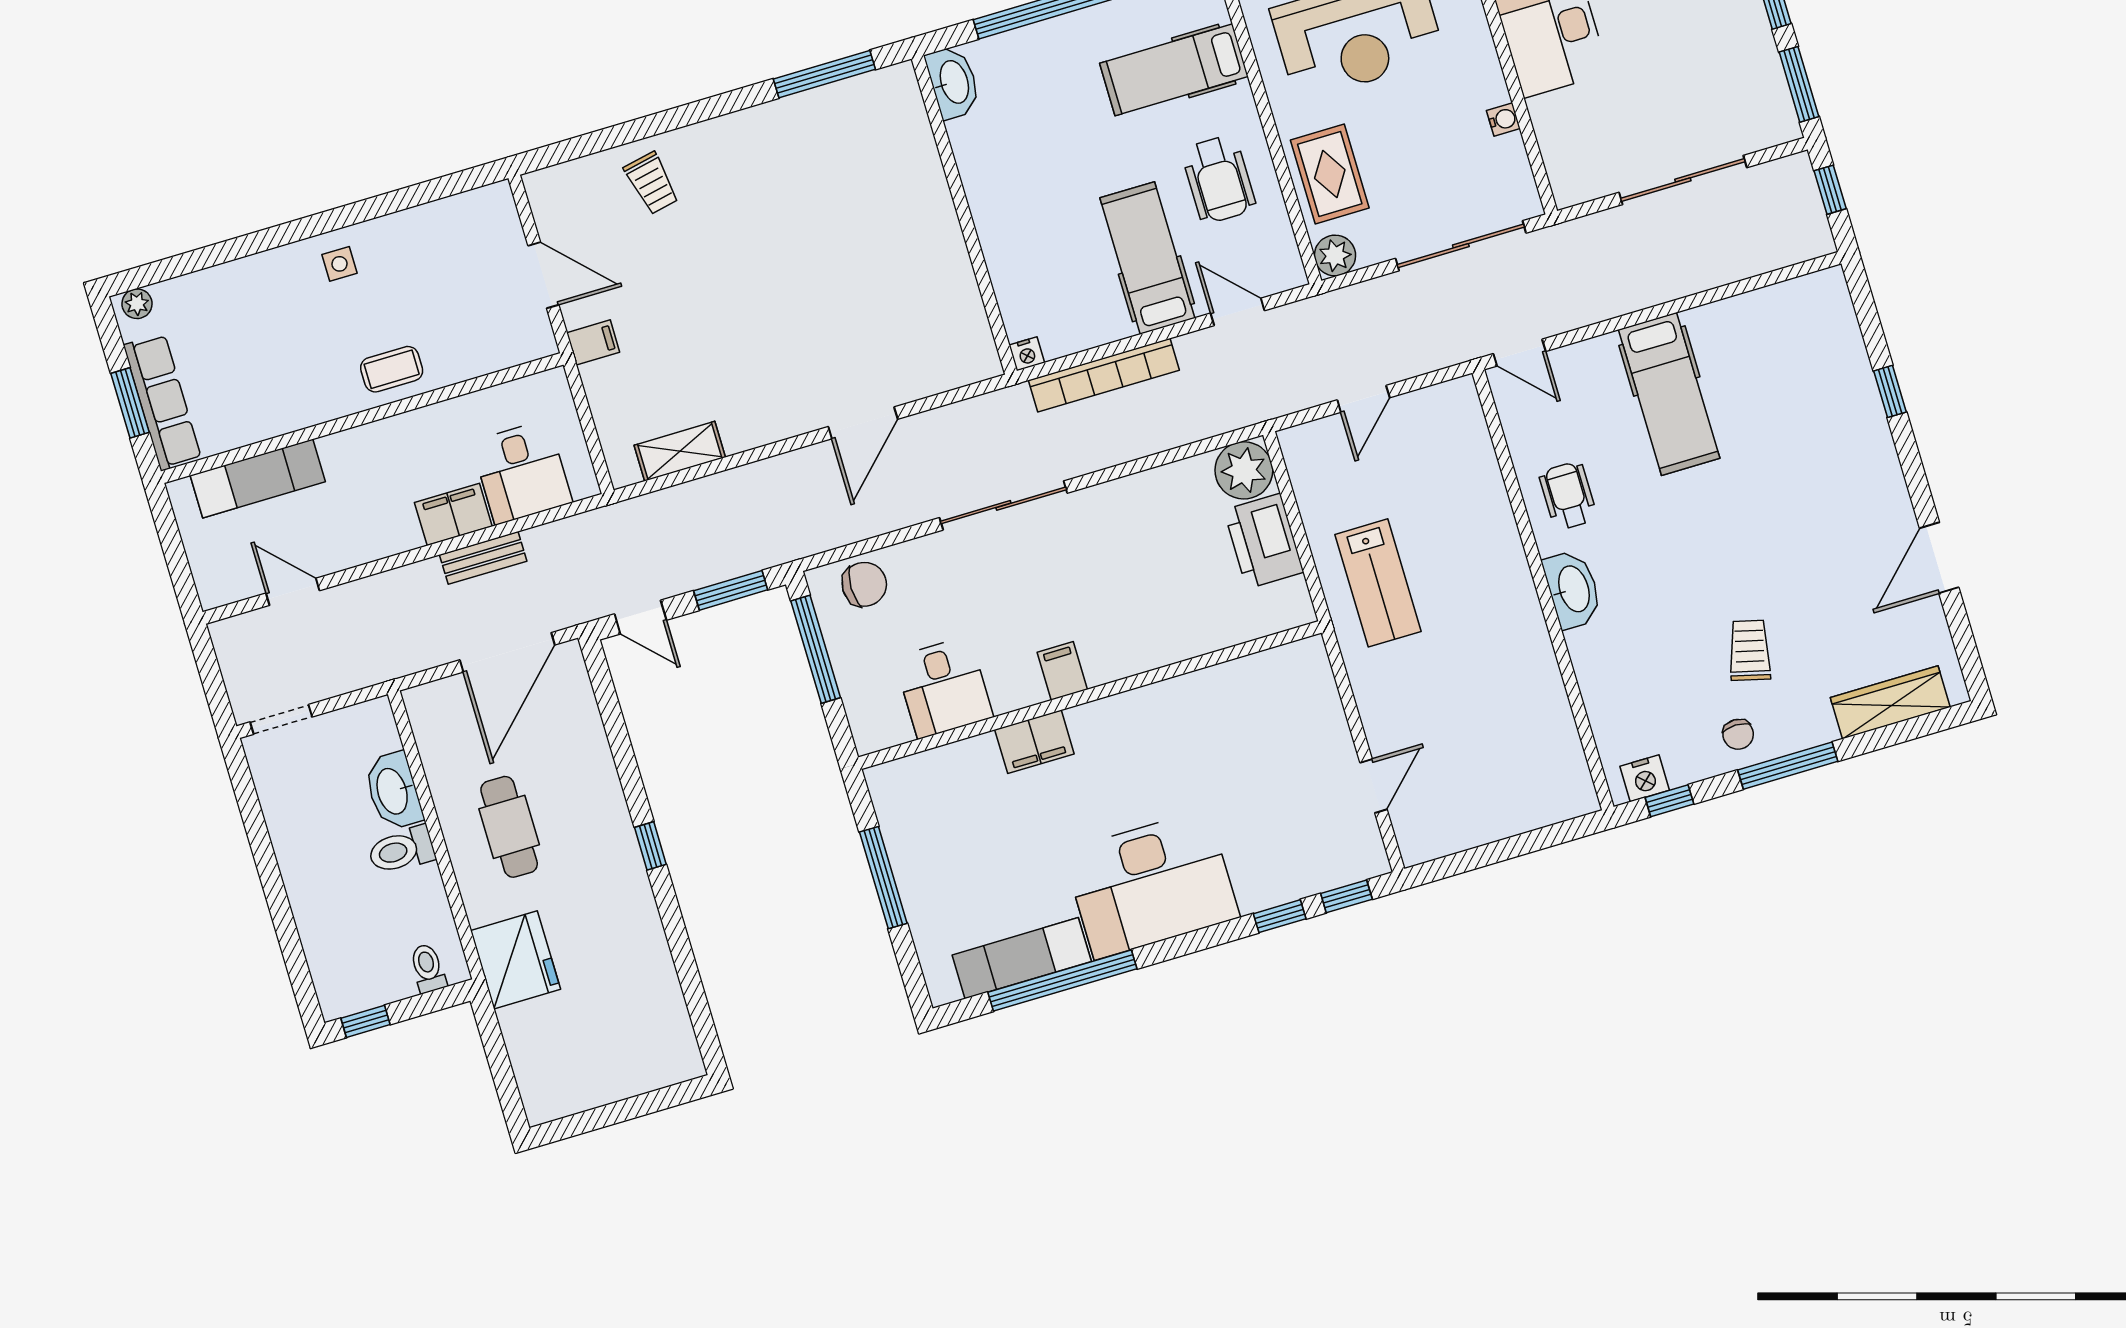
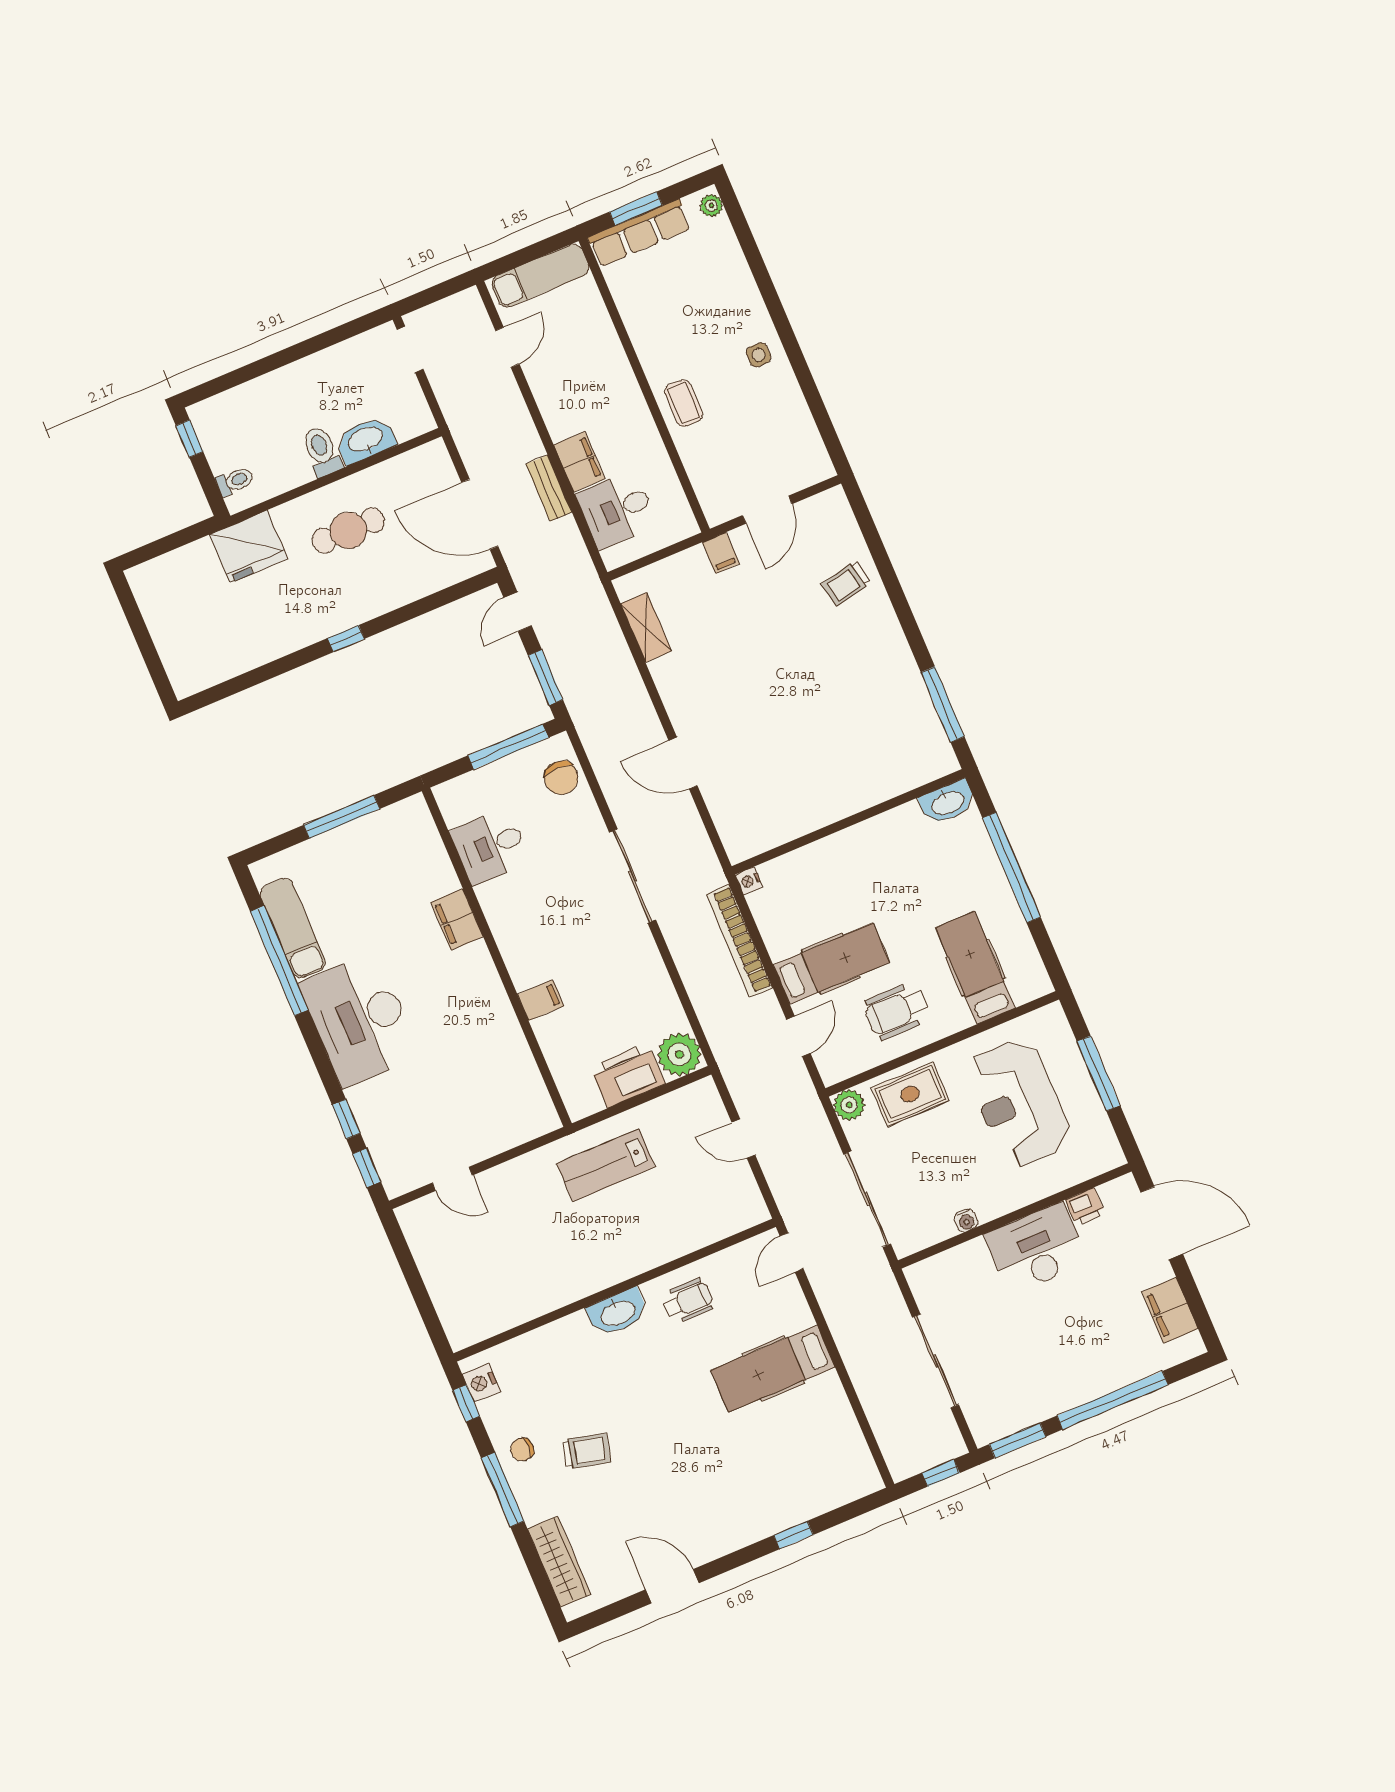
exam couch: (258, 479) -> (540, 276), moved, turned -90
filing cabinet: (1062, 671) -> (541, 1000), moved

